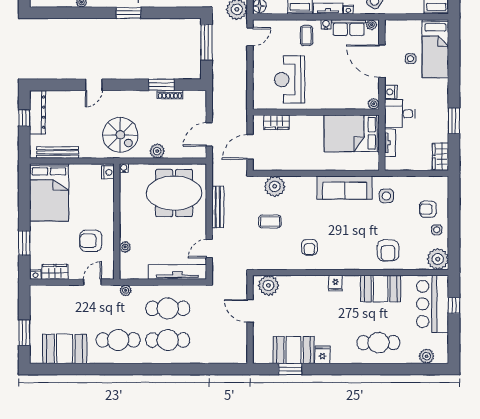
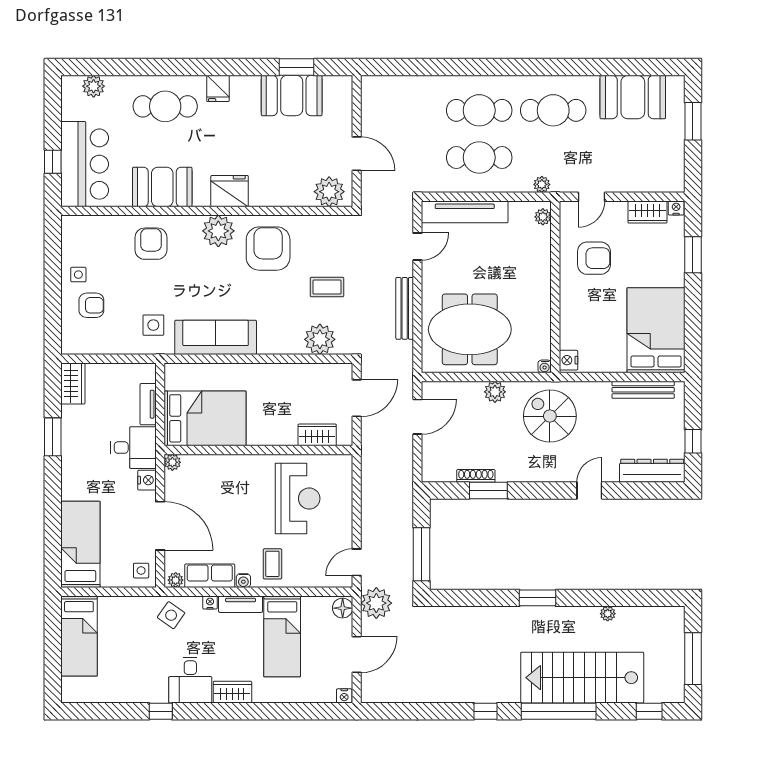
side table: (410, 59) -> (141, 571), moved
dresser: (38, 112) -> (652, 471), moved, turned 90
plant: (125, 247) -> (543, 217), moved
armchair: (309, 247) -> (268, 249), width x1.88, depth x1.88
plant: (438, 259) -> (218, 231), moved
fridge: (335, 283) -> (230, 191), width x1.88, depth x1.34
fridge: (322, 355) -> (218, 88), moved

